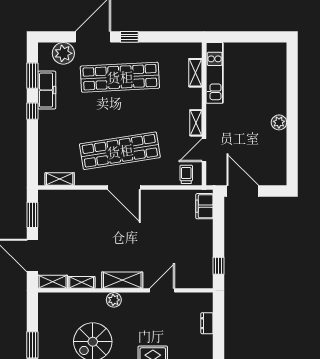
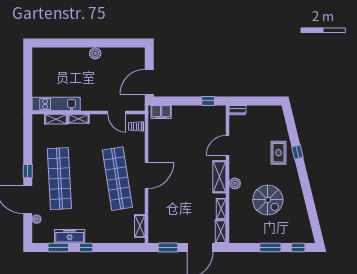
plant: (63, 53) -> (37, 219), width x0.53, depth x0.53
shelving: (196, 123) -> (79, 119), moved
door: (162, 290) -> (227, 145), hinge flipped
dresser: (207, 323) -> (237, 110), moved

